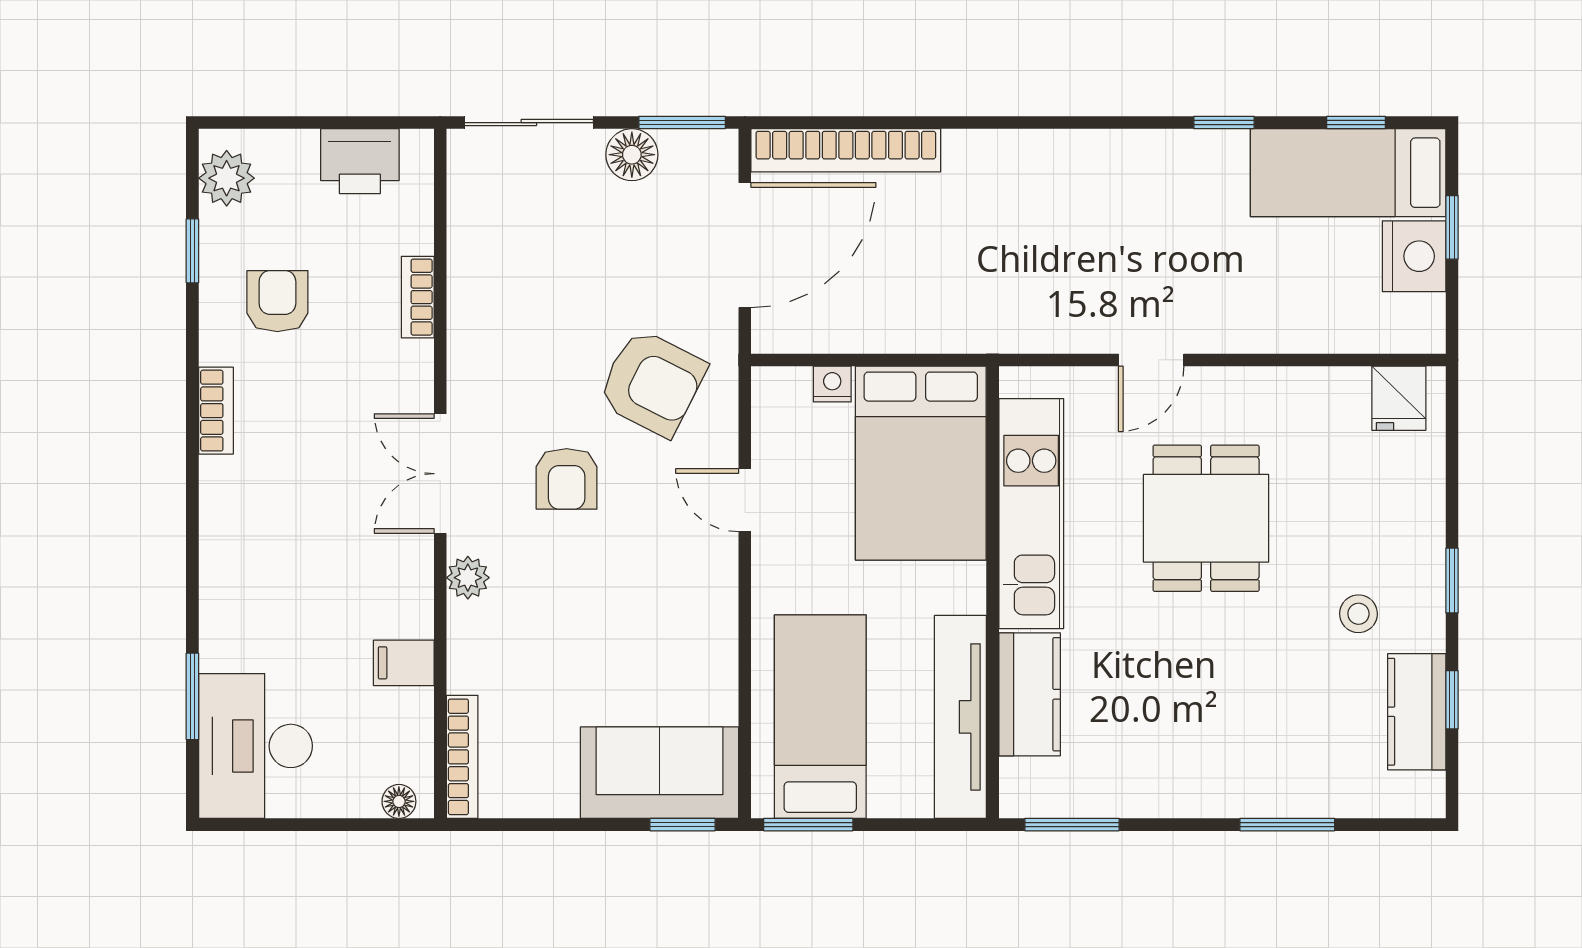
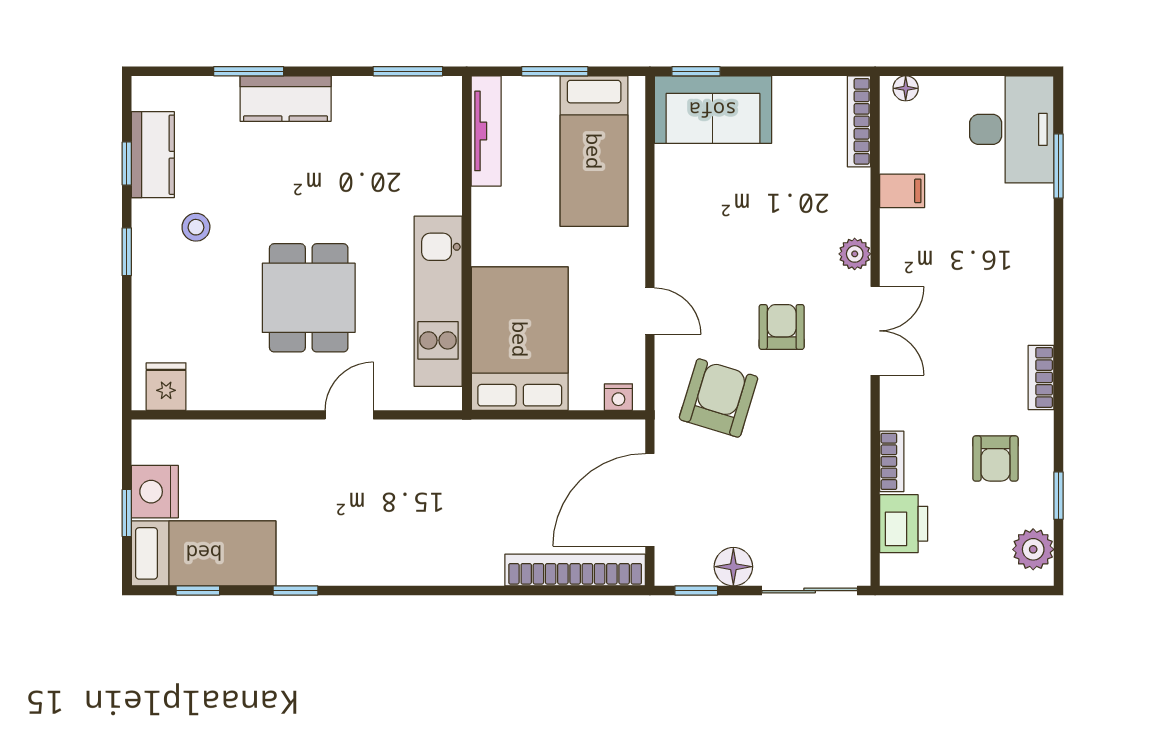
window: (682, 123) -> (696, 591), width x0.67
printer: (360, 161) -> (904, 524), moved, turned 90
armchair: (652, 383) -> (719, 398), turned 80
nightstand: (832, 384) -> (618, 397), moved
kitchen counter: (1030, 694) -> (286, 99), moved, turned -90
tv unit: (960, 717) -> (486, 131), width x0.73, depth x0.78
window: (808, 825) -> (555, 71), moved

